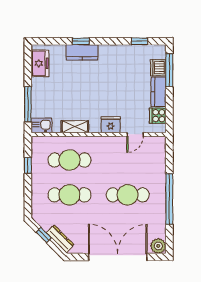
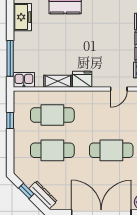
fridge: (111, 125) -> (82, 79), moved

